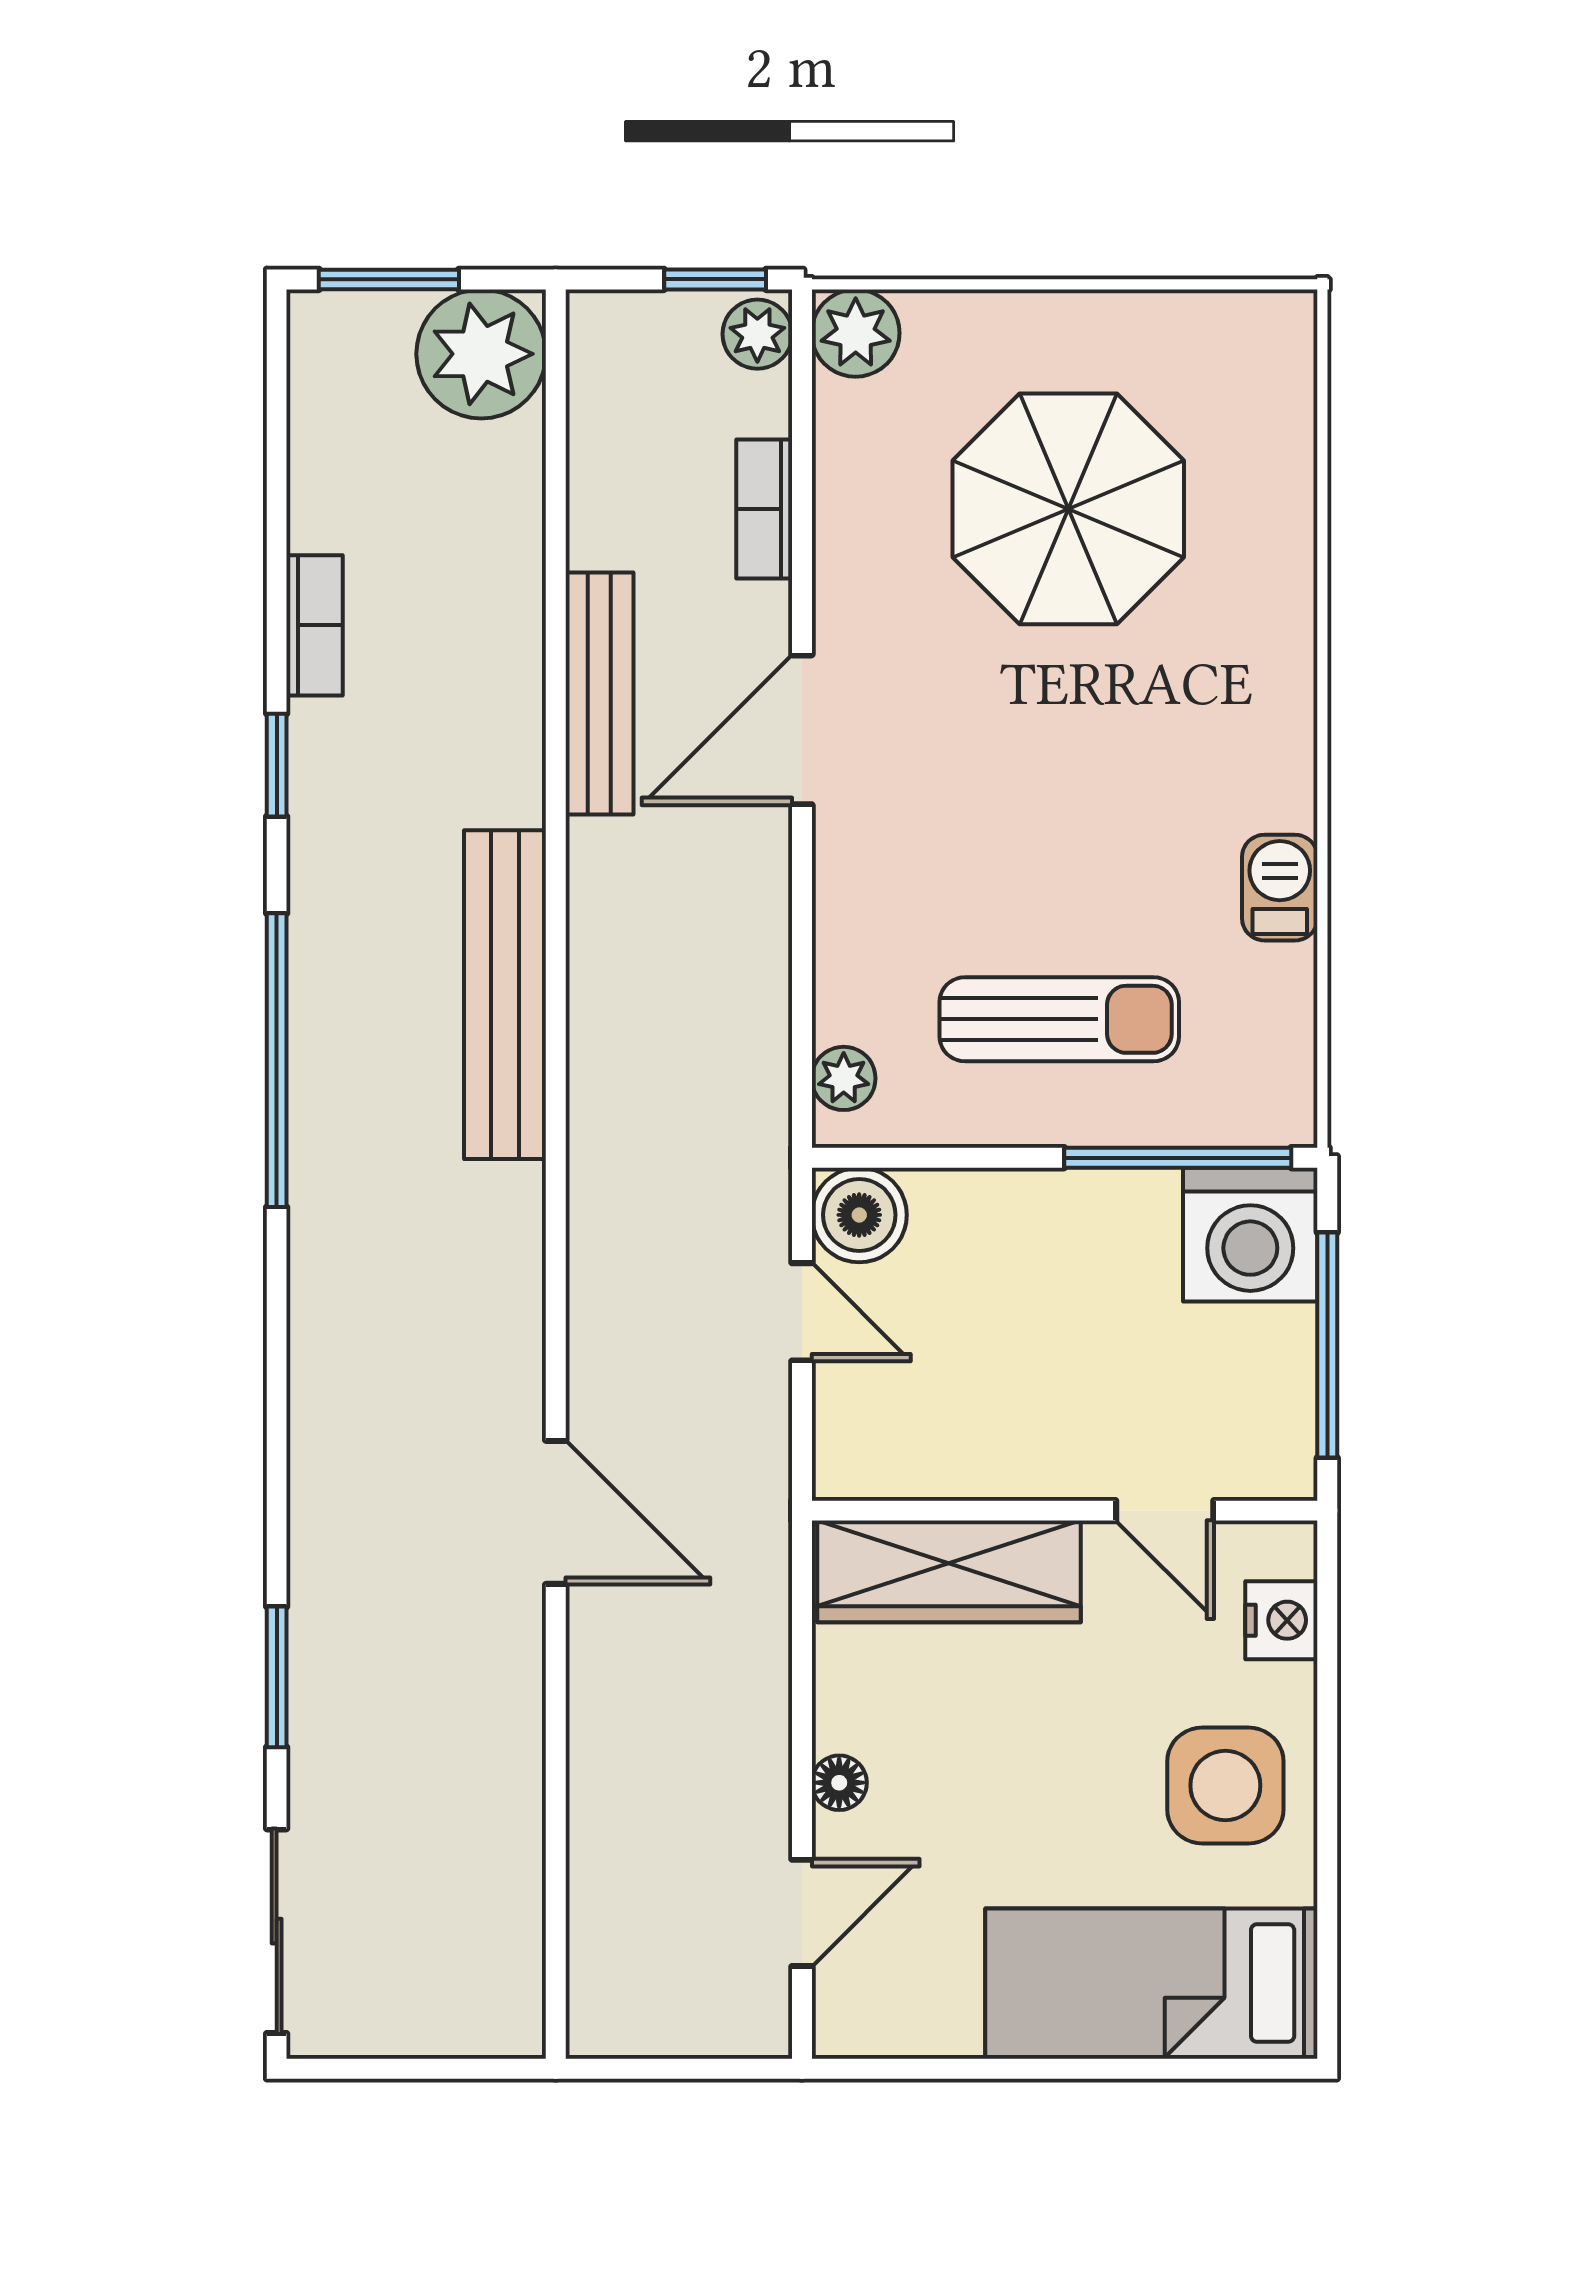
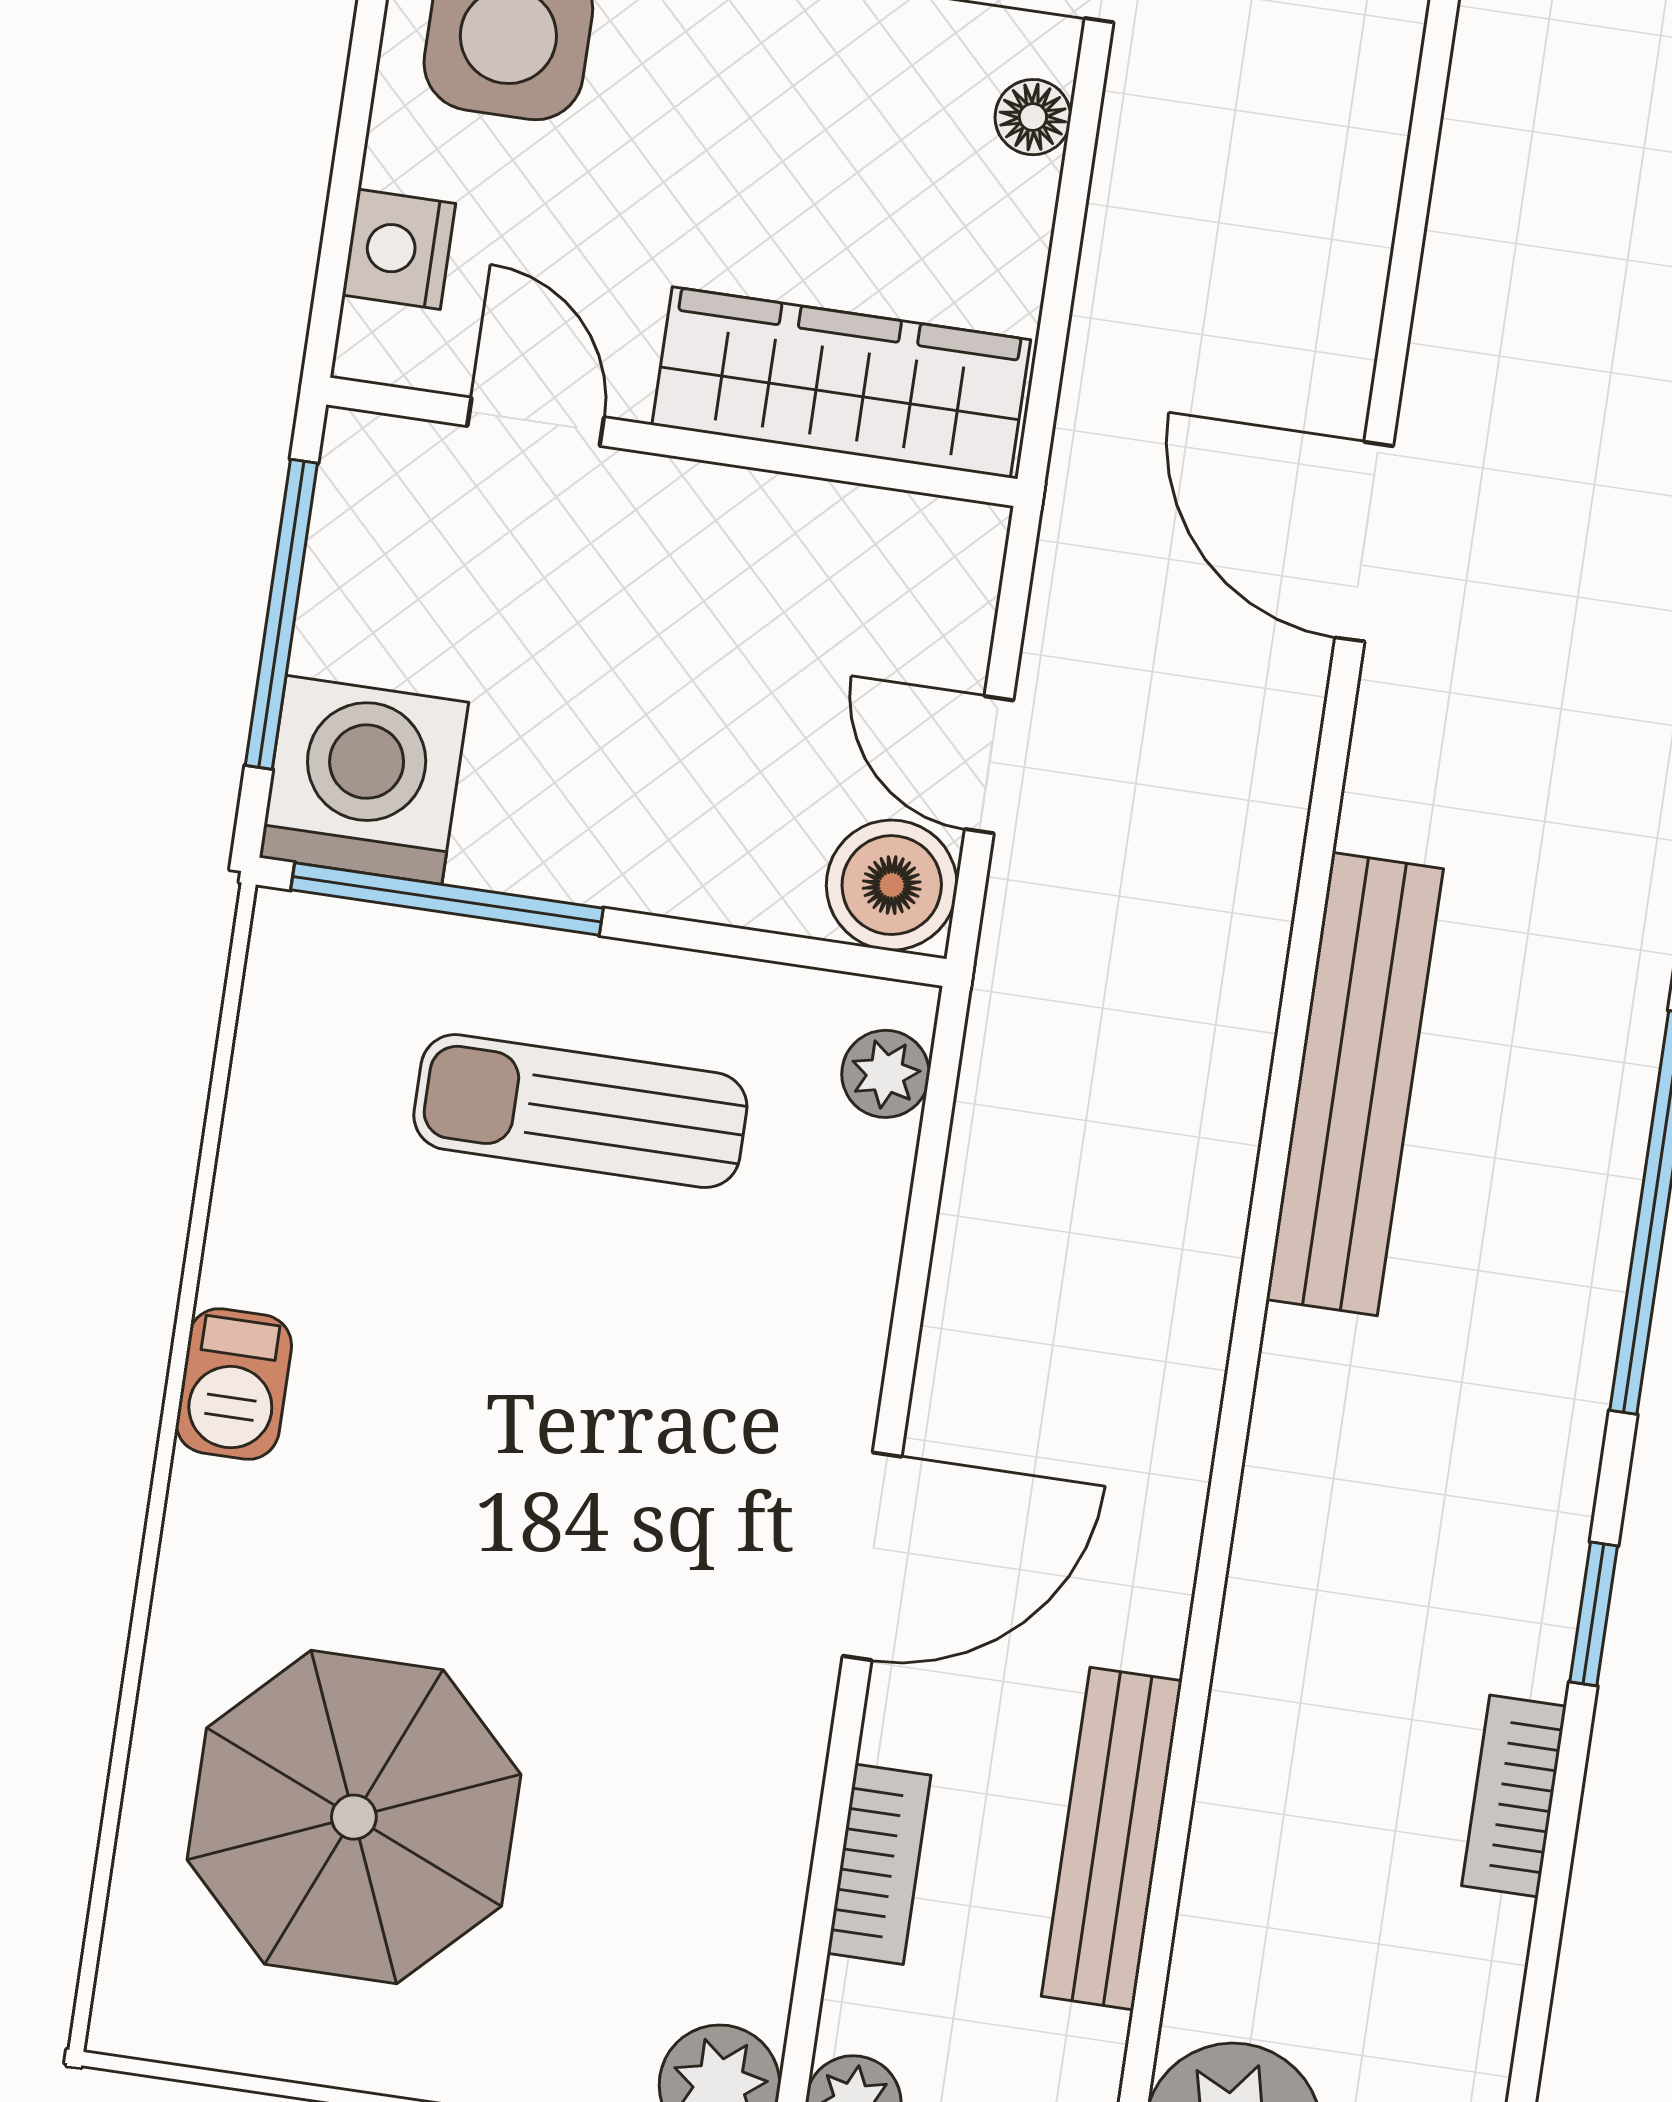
parasol: (1068, 509) -> (354, 1817), moved
bench: (599, 694) -> (1112, 1839), moved
barbecue: (1280, 888) -> (234, 1384), moved
bench: (505, 995) -> (1355, 1084), moved

